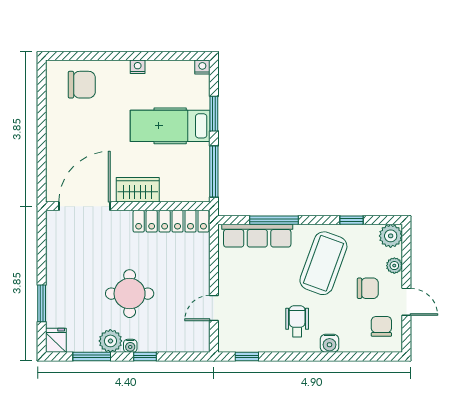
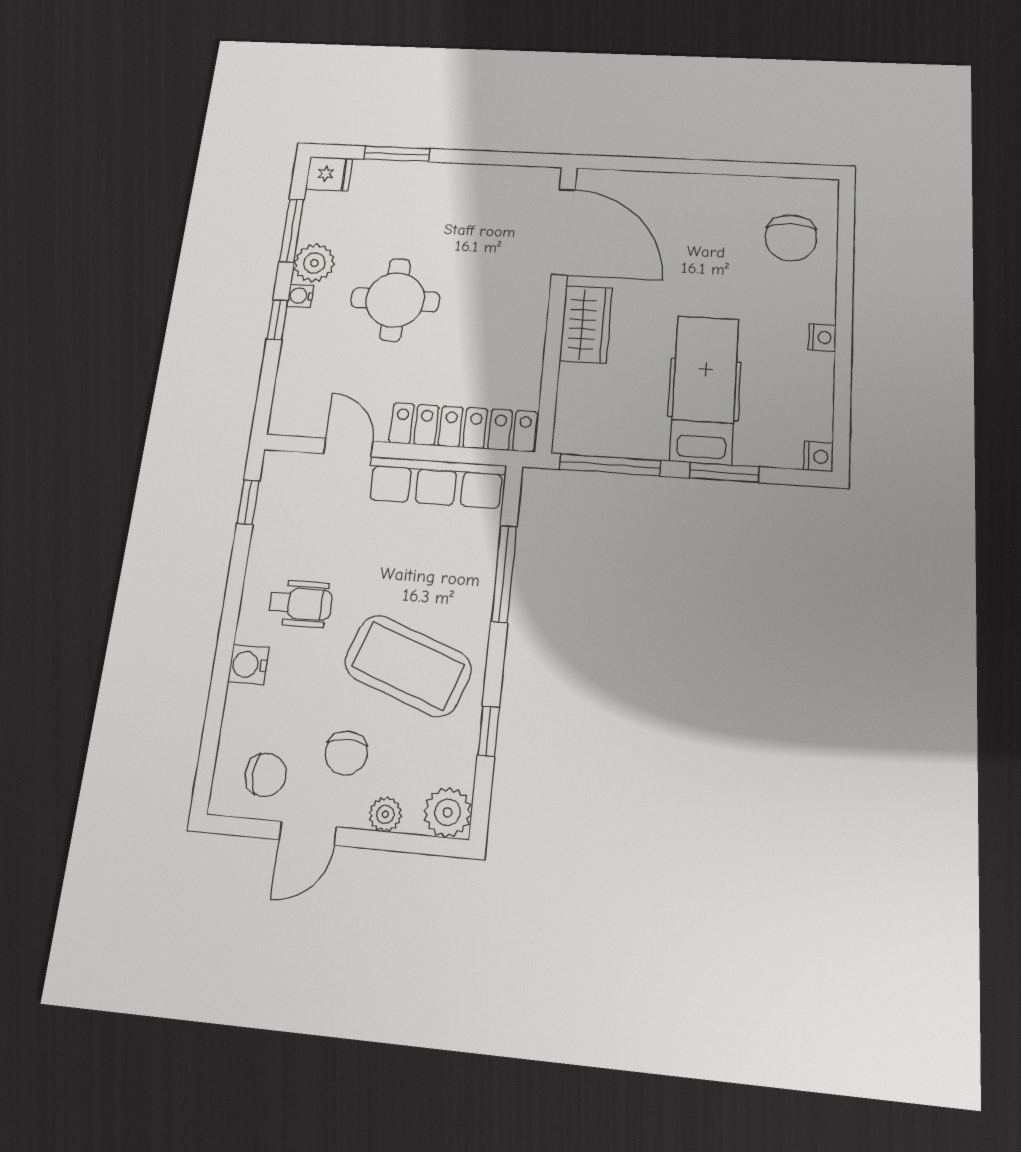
locker: (171, 221) -> (463, 427), moved, turned 90
row of seats: (257, 236) -> (436, 482), moved, turned -90

